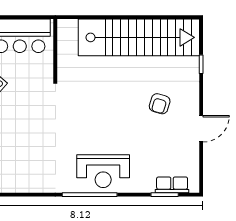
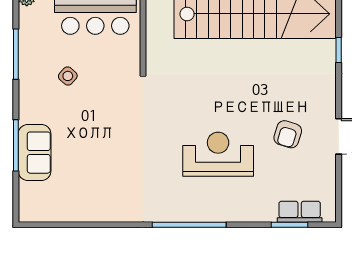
armchair: (160, 104) -> (288, 134), moved
reception desk: (103, 171) -> (218, 154), moved, turned 180

